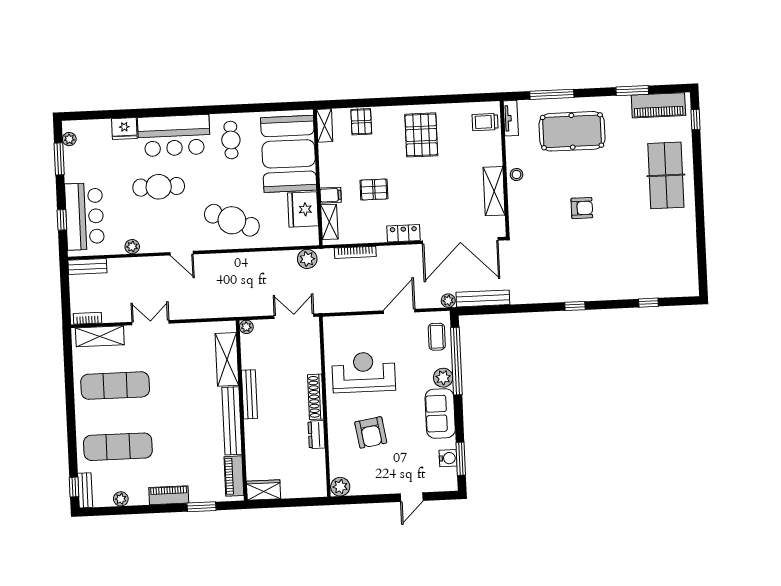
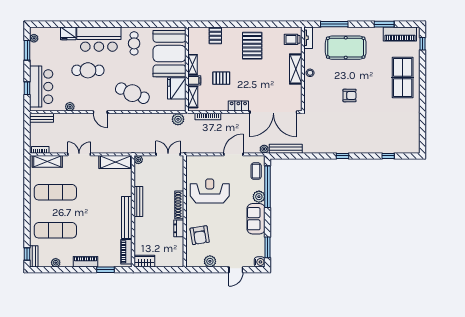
shelving: (325, 125) -> (192, 65), moved
shelving: (494, 191) -> (296, 69), moved
shelving: (227, 359) -> (116, 162), moved, turned 90
armchair: (371, 432) -> (200, 235), moved
water cooler: (448, 458) -> (260, 262), moved
plant: (340, 487) -> (210, 261), moved

